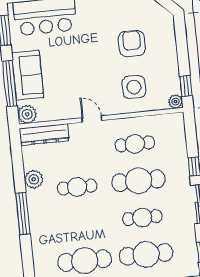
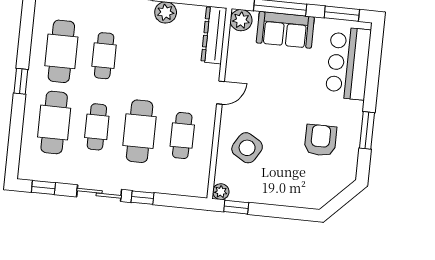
armchair: (132, 44) -> (321, 140), moved, turned -90
side table: (134, 87) -> (247, 148), turned 31
cafe table: (77, 187) -> (104, 56), moved

